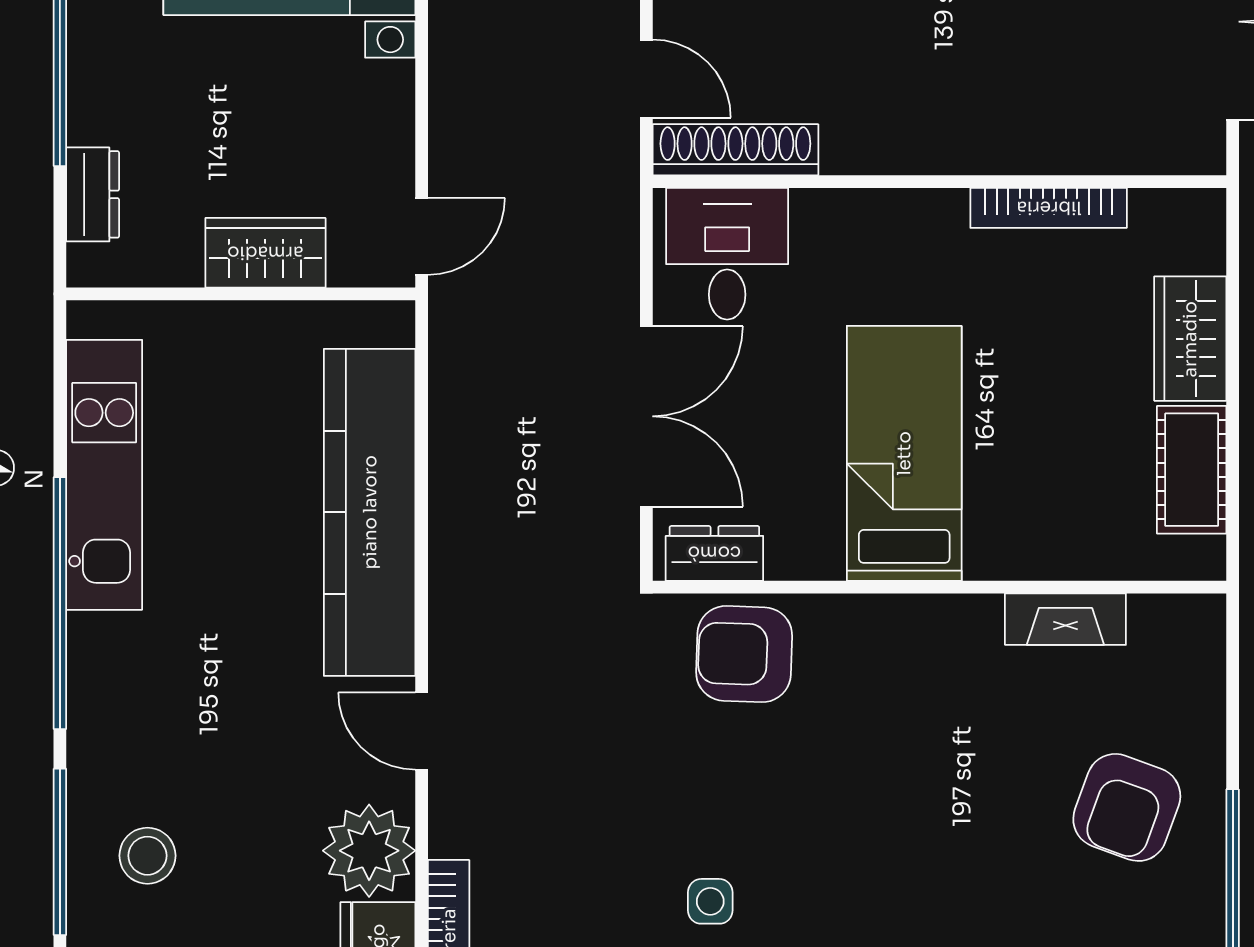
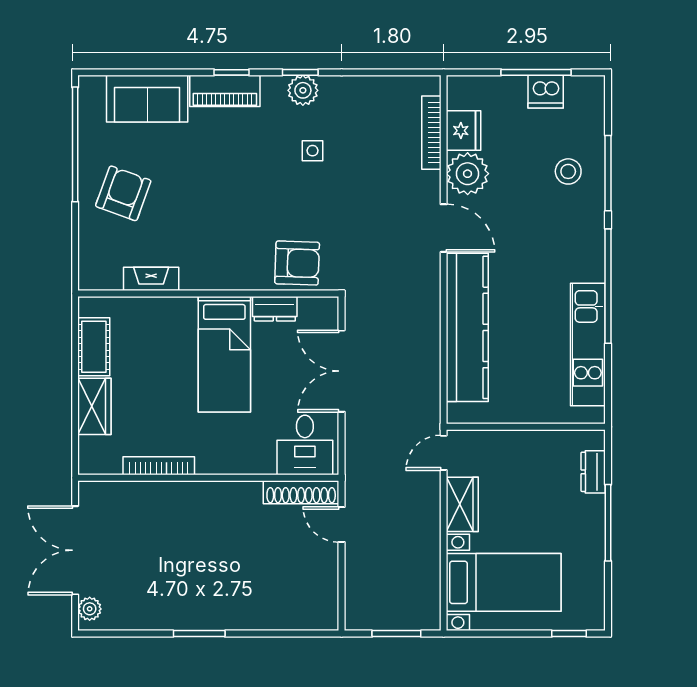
wardrobe: (265, 253) -> (462, 504), moved, turned -90
dresser: (714, 553) -> (275, 309), moved
door: (422, 731) -> (444, 228), width x1.38

